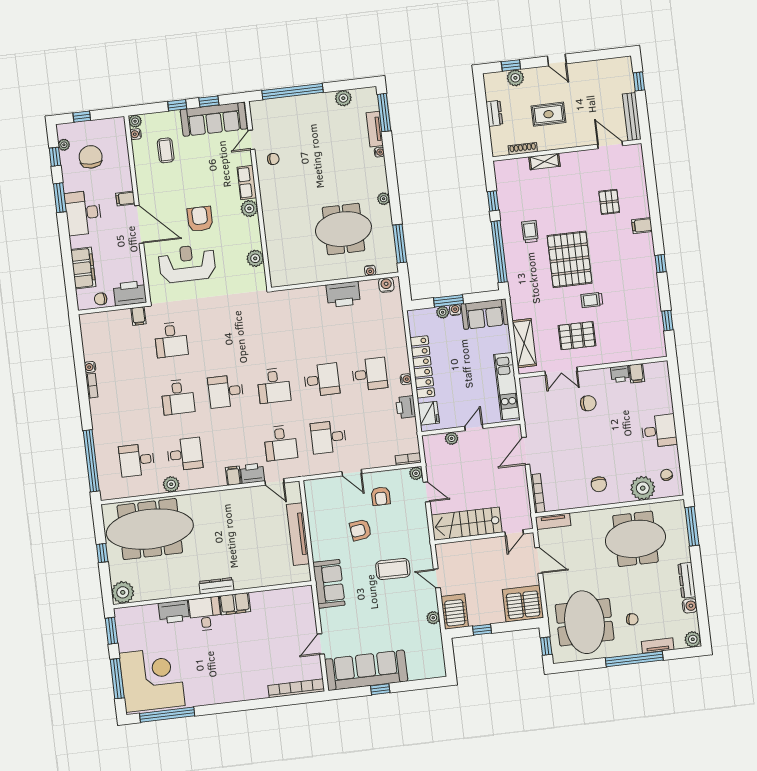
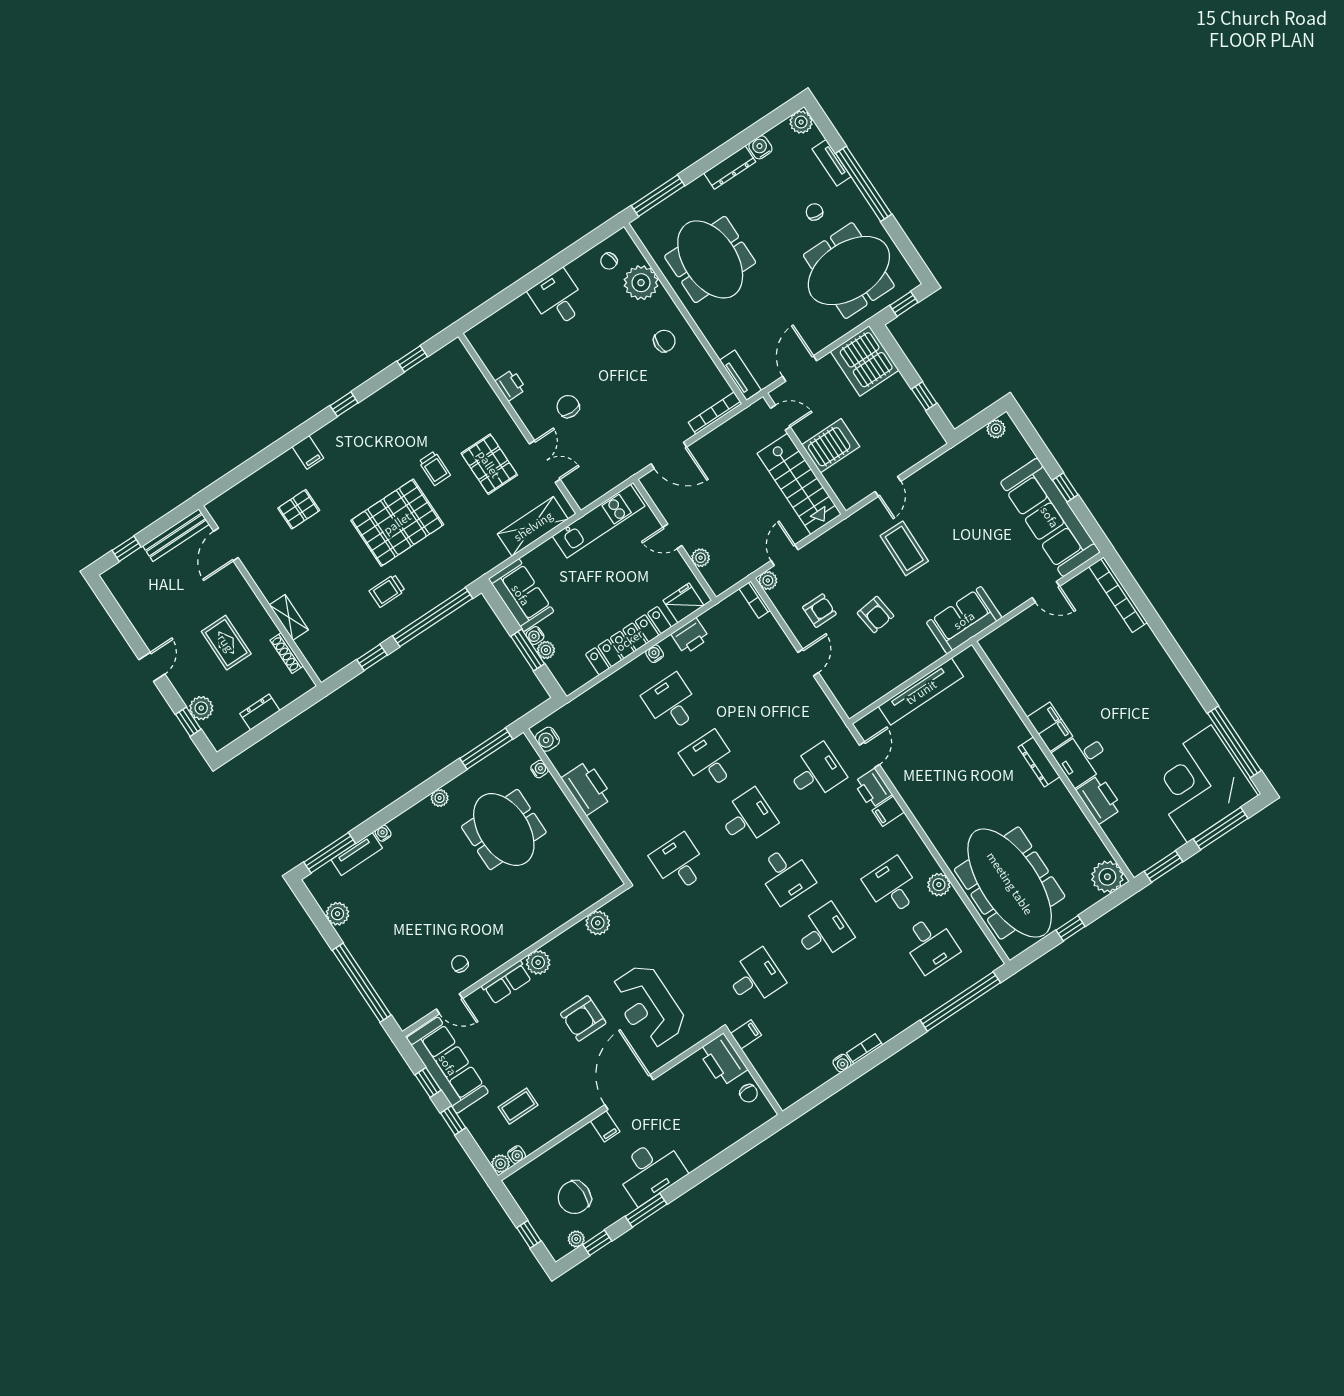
filing cabinet: (83, 268) -> (720, 1135), removed
filing cabinet: (637, 373) -> (499, 364), removed
desk: (328, 437) -> (679, 863), moved, turned 180
server rack: (455, 612) -> (831, 446), moved, turned 180
plant: (433, 618) -> (996, 429), moved

